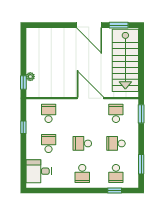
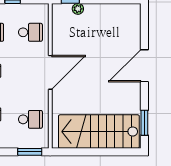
door: (89, 25) -> (144, 66), moved
door: (90, 98) -> (50, 72), moved

